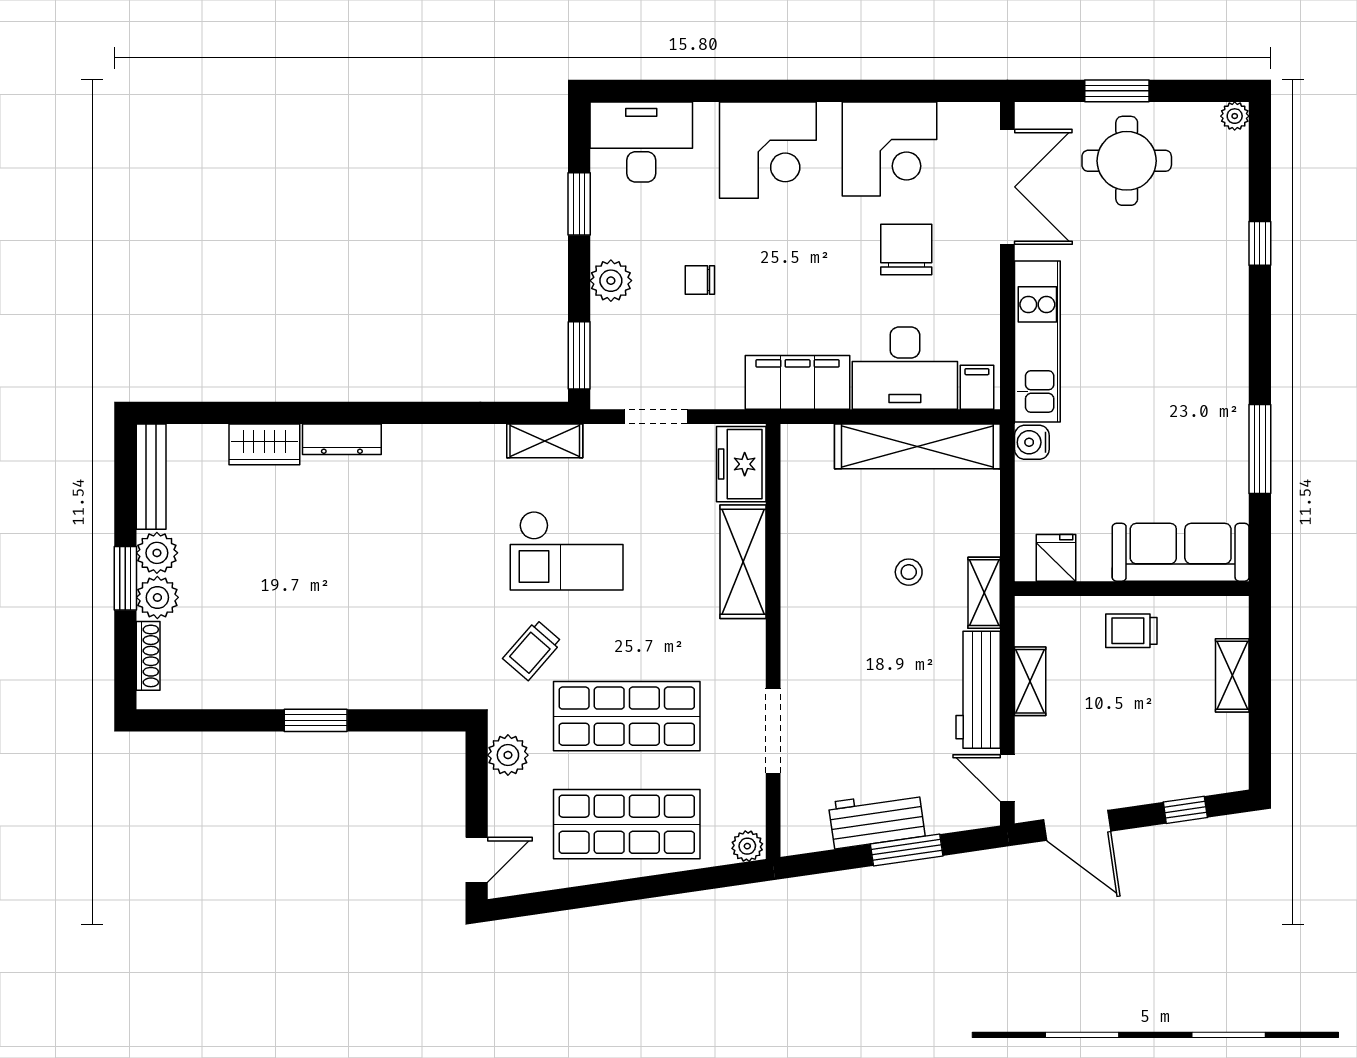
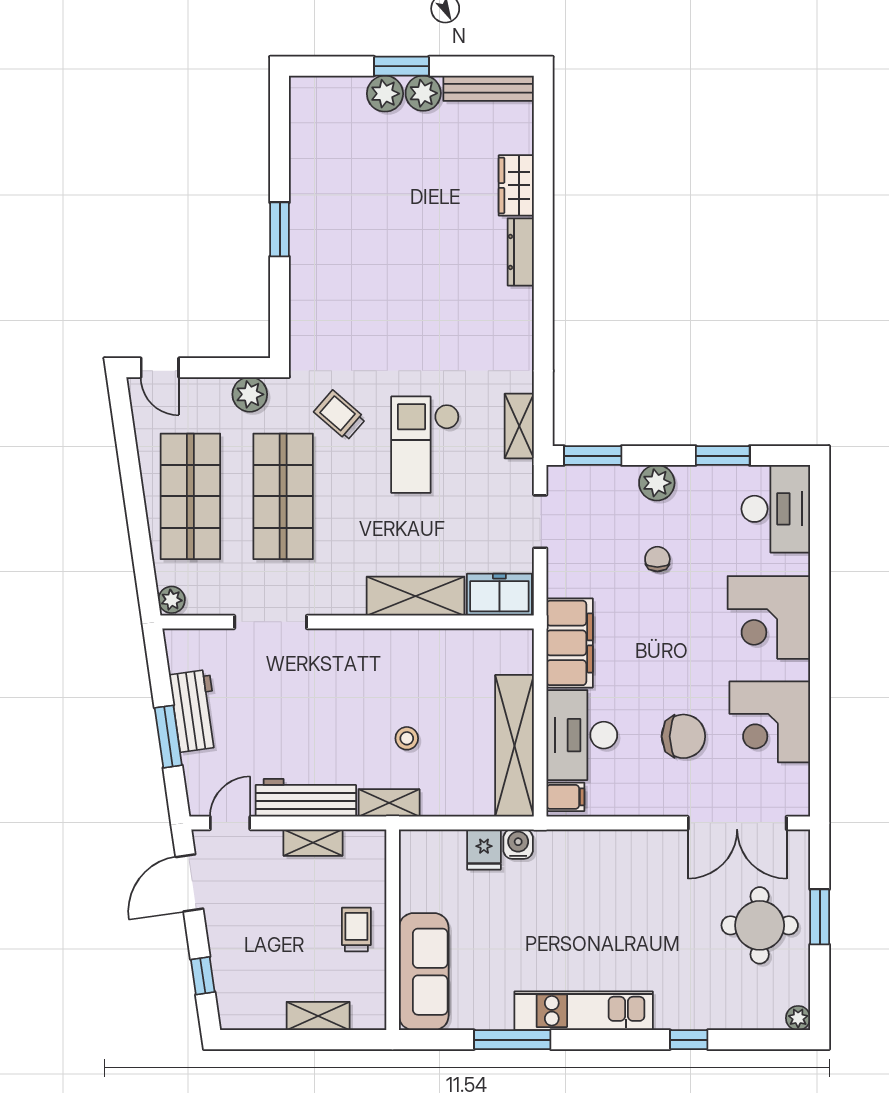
kitchen unit: (1037, 342) -> (584, 1011), moved, turned 180
fridge: (1056, 558) -> (484, 849), moved, turned 90
shoe rack: (148, 656) -> (335, 86), removed

